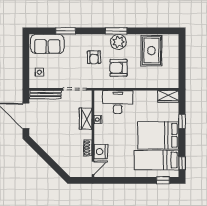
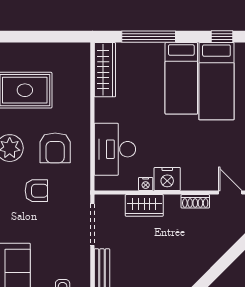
wardrobe: (168, 96) -> (105, 70), width x1.50
window: (182, 121) -> (149, 37), width x2.17
bed: (158, 135) -> (181, 78), width x0.67
nightstand: (101, 152) -> (167, 179), moved

